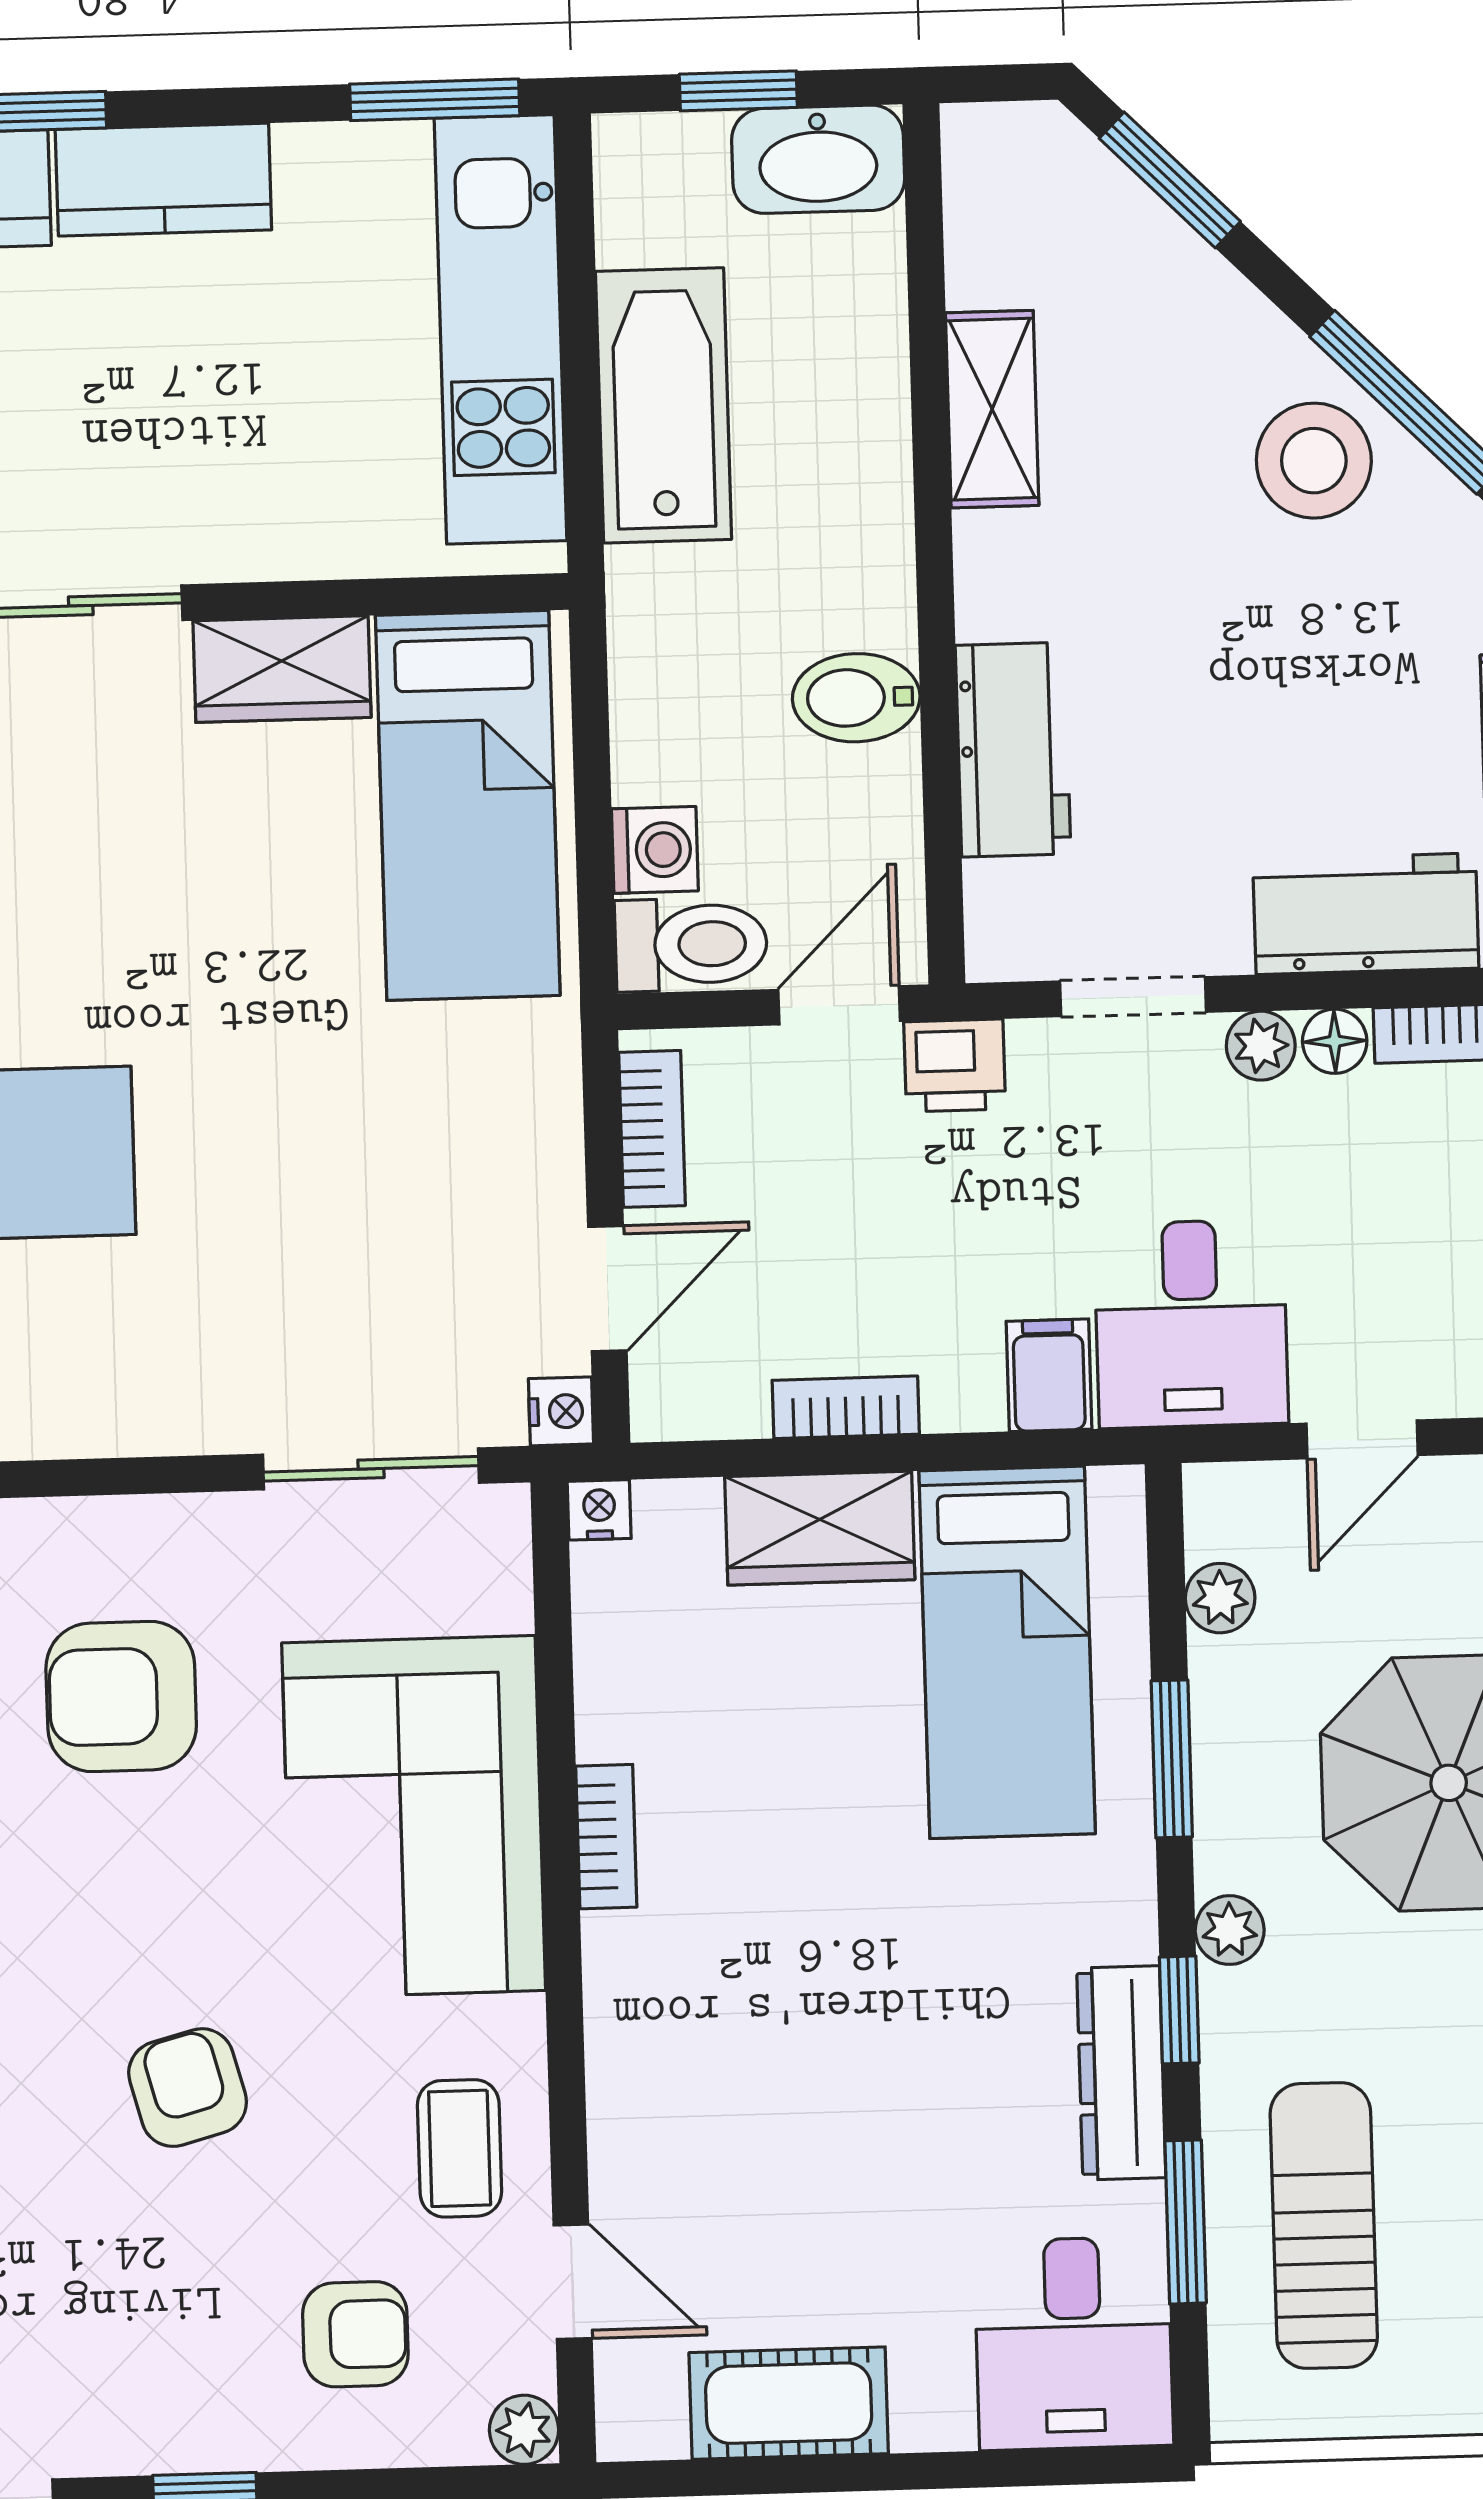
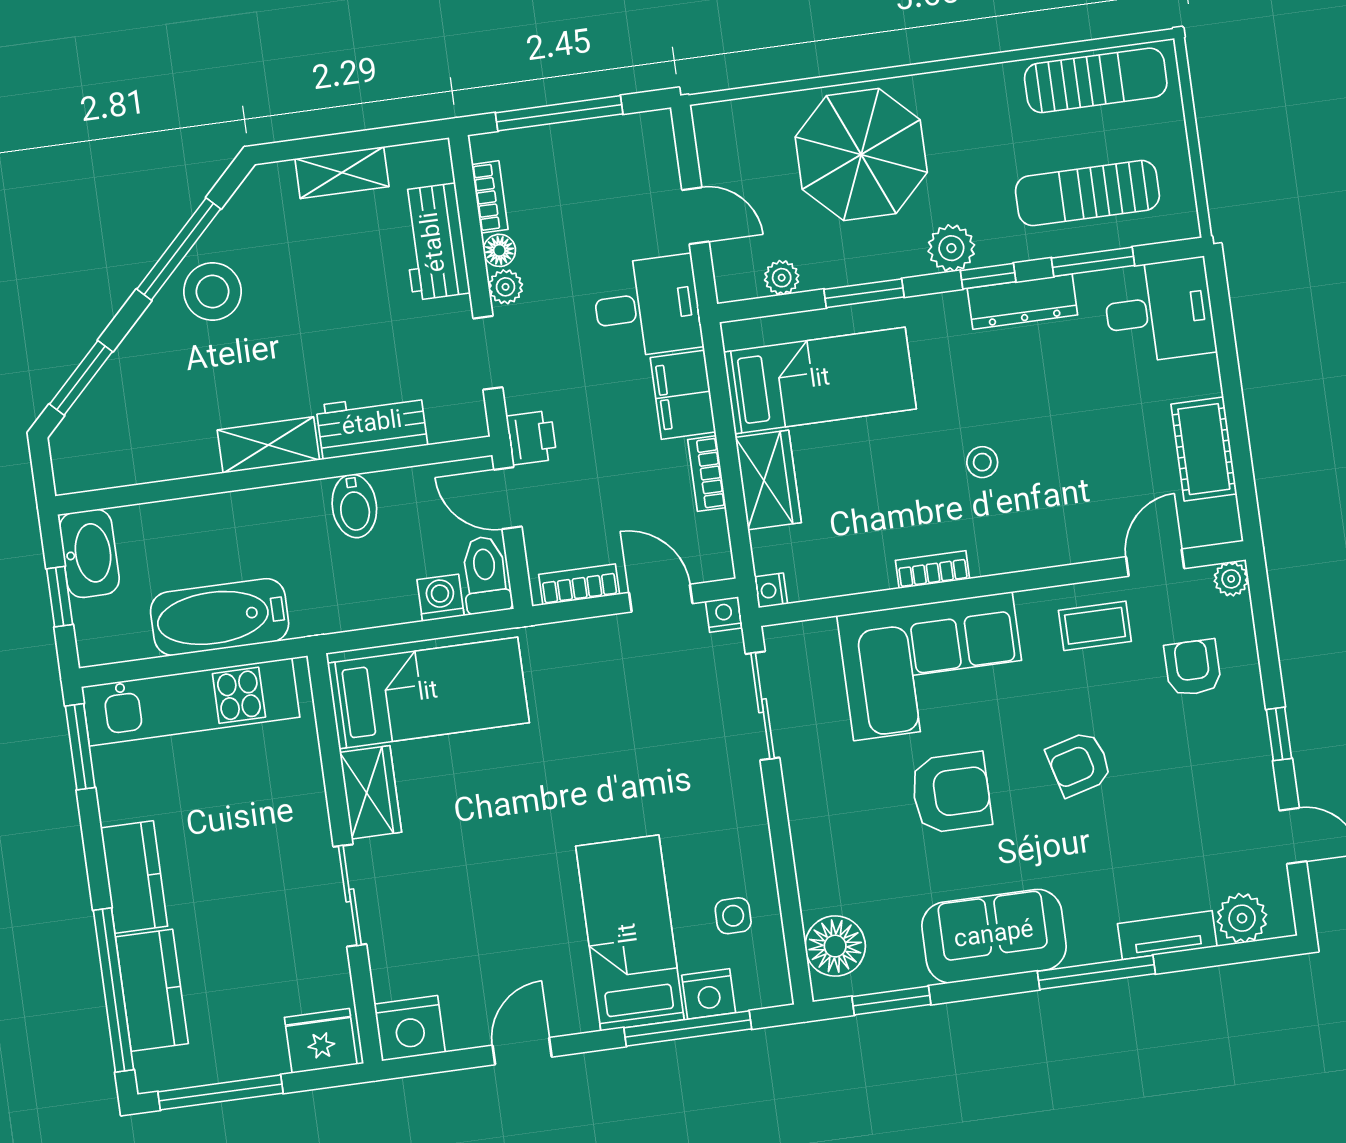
shelving: (992, 409) -> (268, 445), moved
filing cabinet: (1049, 1375) -> (683, 395), width x2.00
armchair: (121, 1697) -> (951, 793), moved, turned -90
plant: (1230, 1930) -> (951, 248), width x1.38, depth x1.38
stool: (810, 1959) -> (982, 462), added

